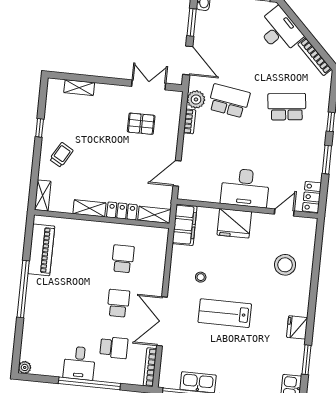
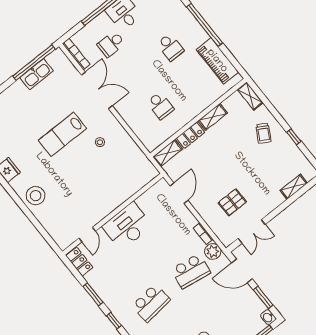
fridge: (234, 223) -> (112, 197), removed
filing cabinet: (185, 225) -> (142, 165), removed
stool: (285, 265) -> (36, 196), moved
school desk: (118, 303) -> (170, 47), moved
lab bench: (225, 313) -> (62, 134), turned 180

